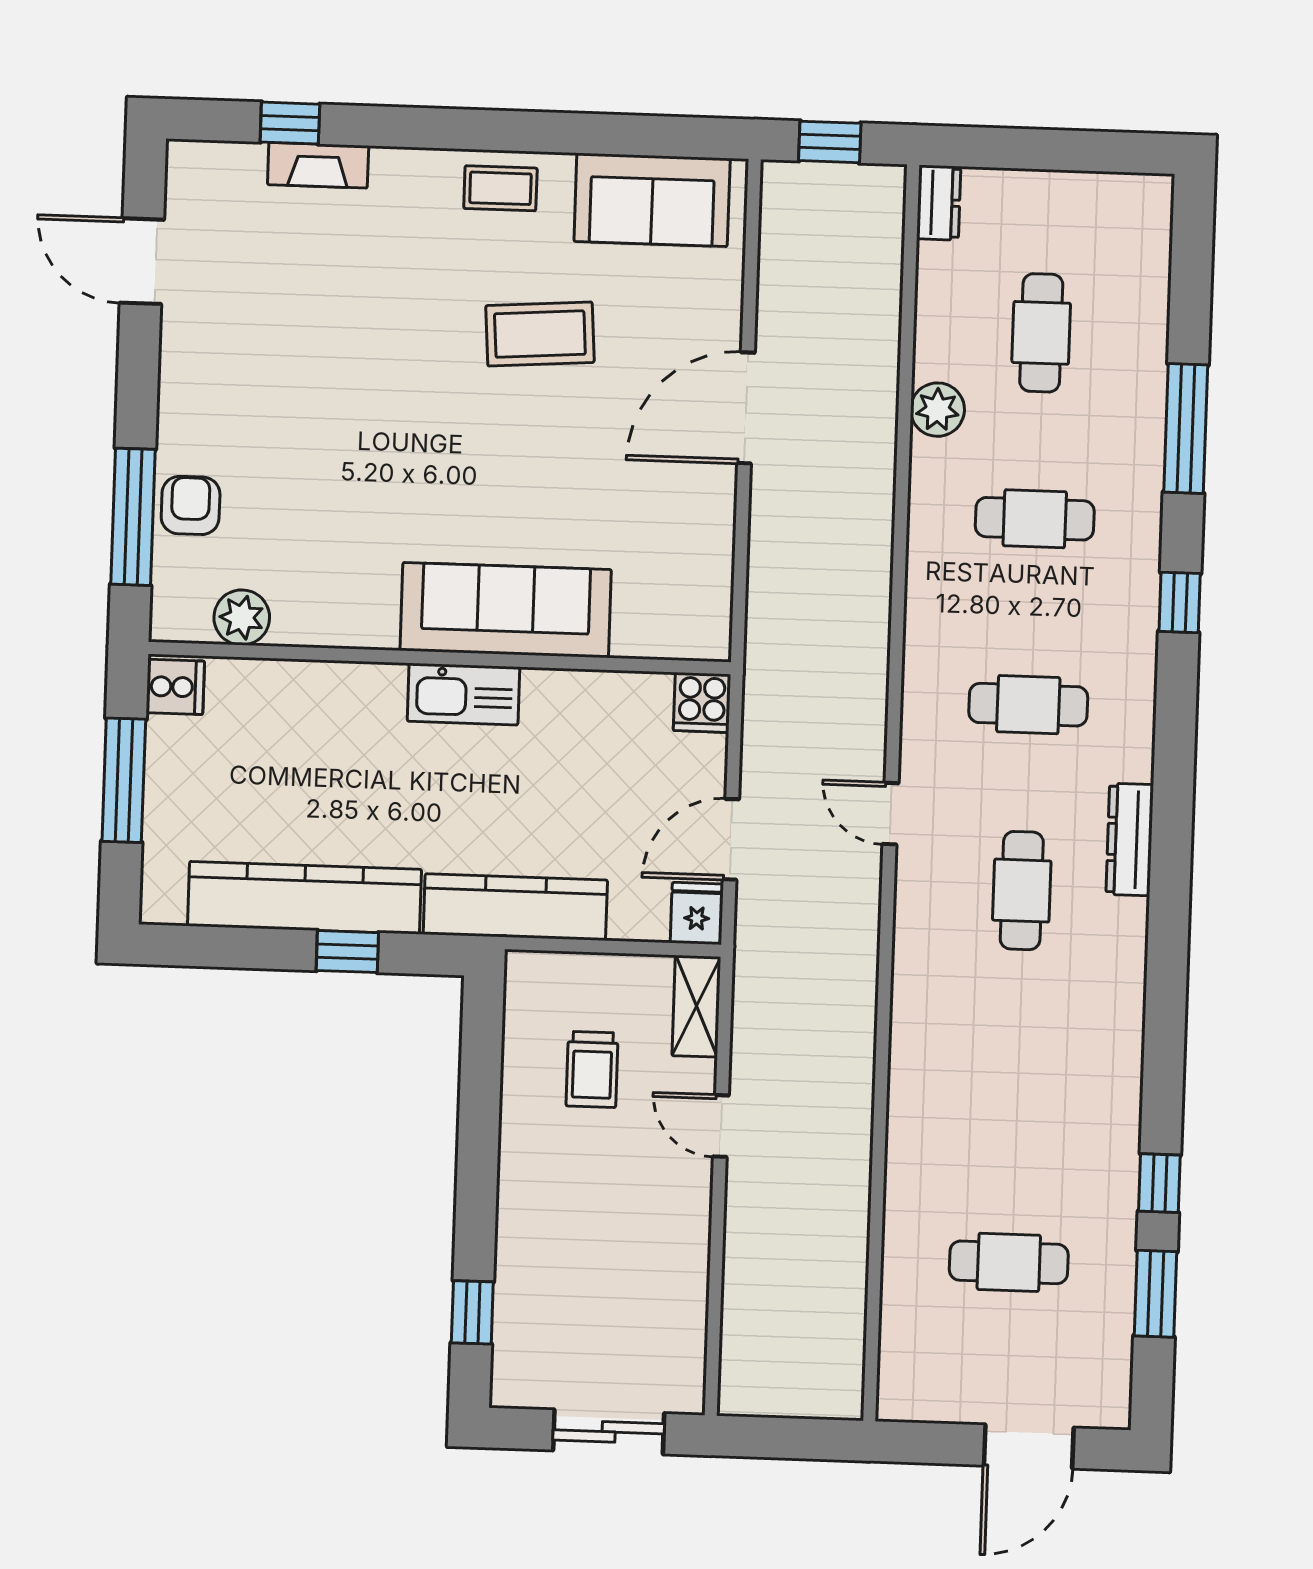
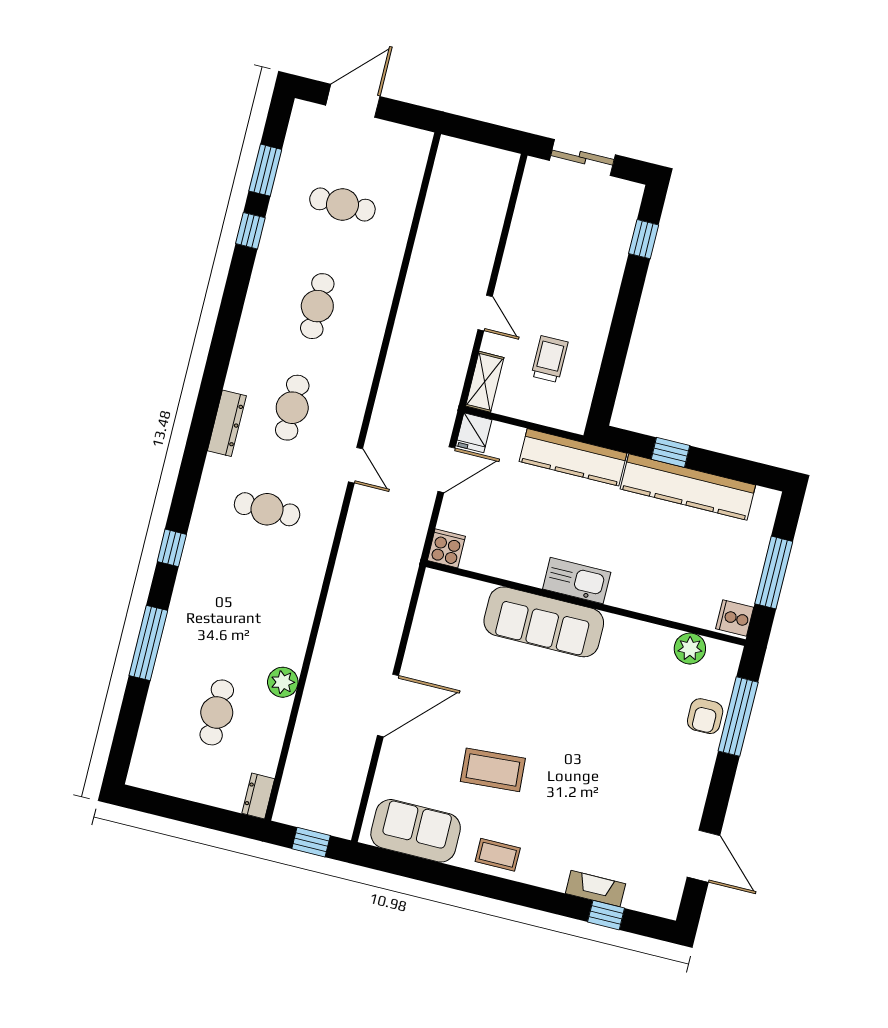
cafe table: (1035, 519) -> (317, 306), moved, turned 90

